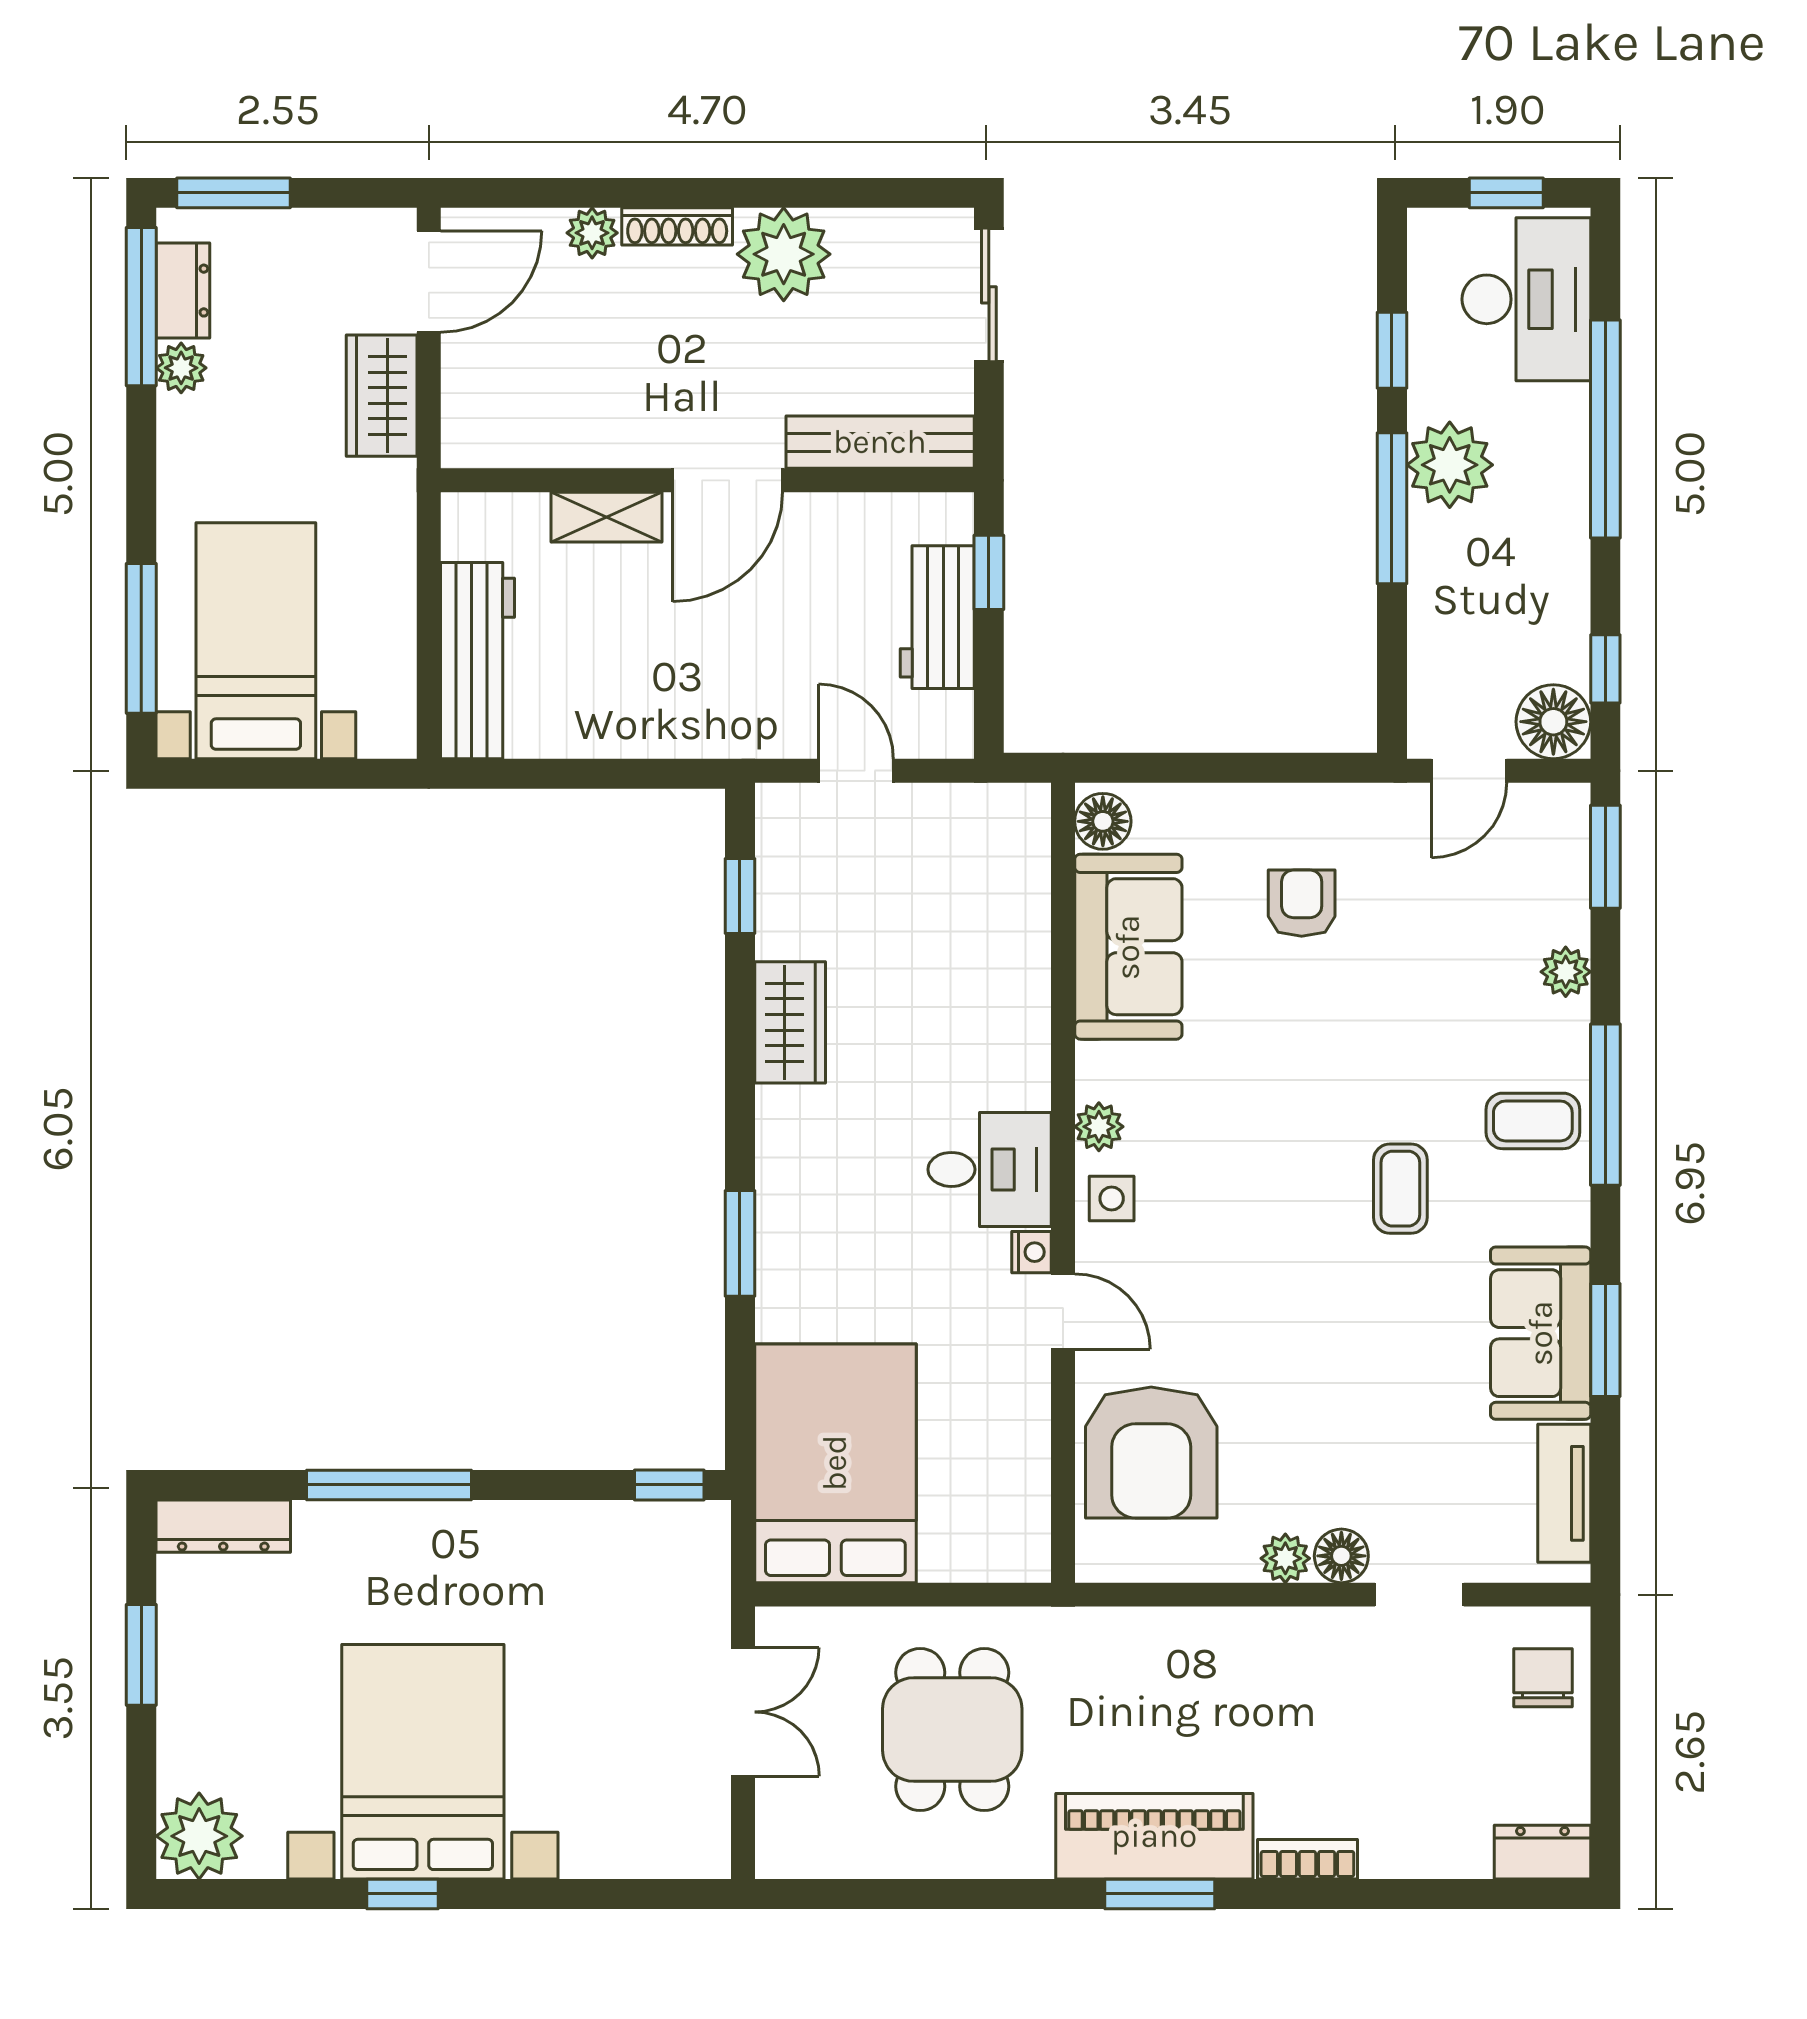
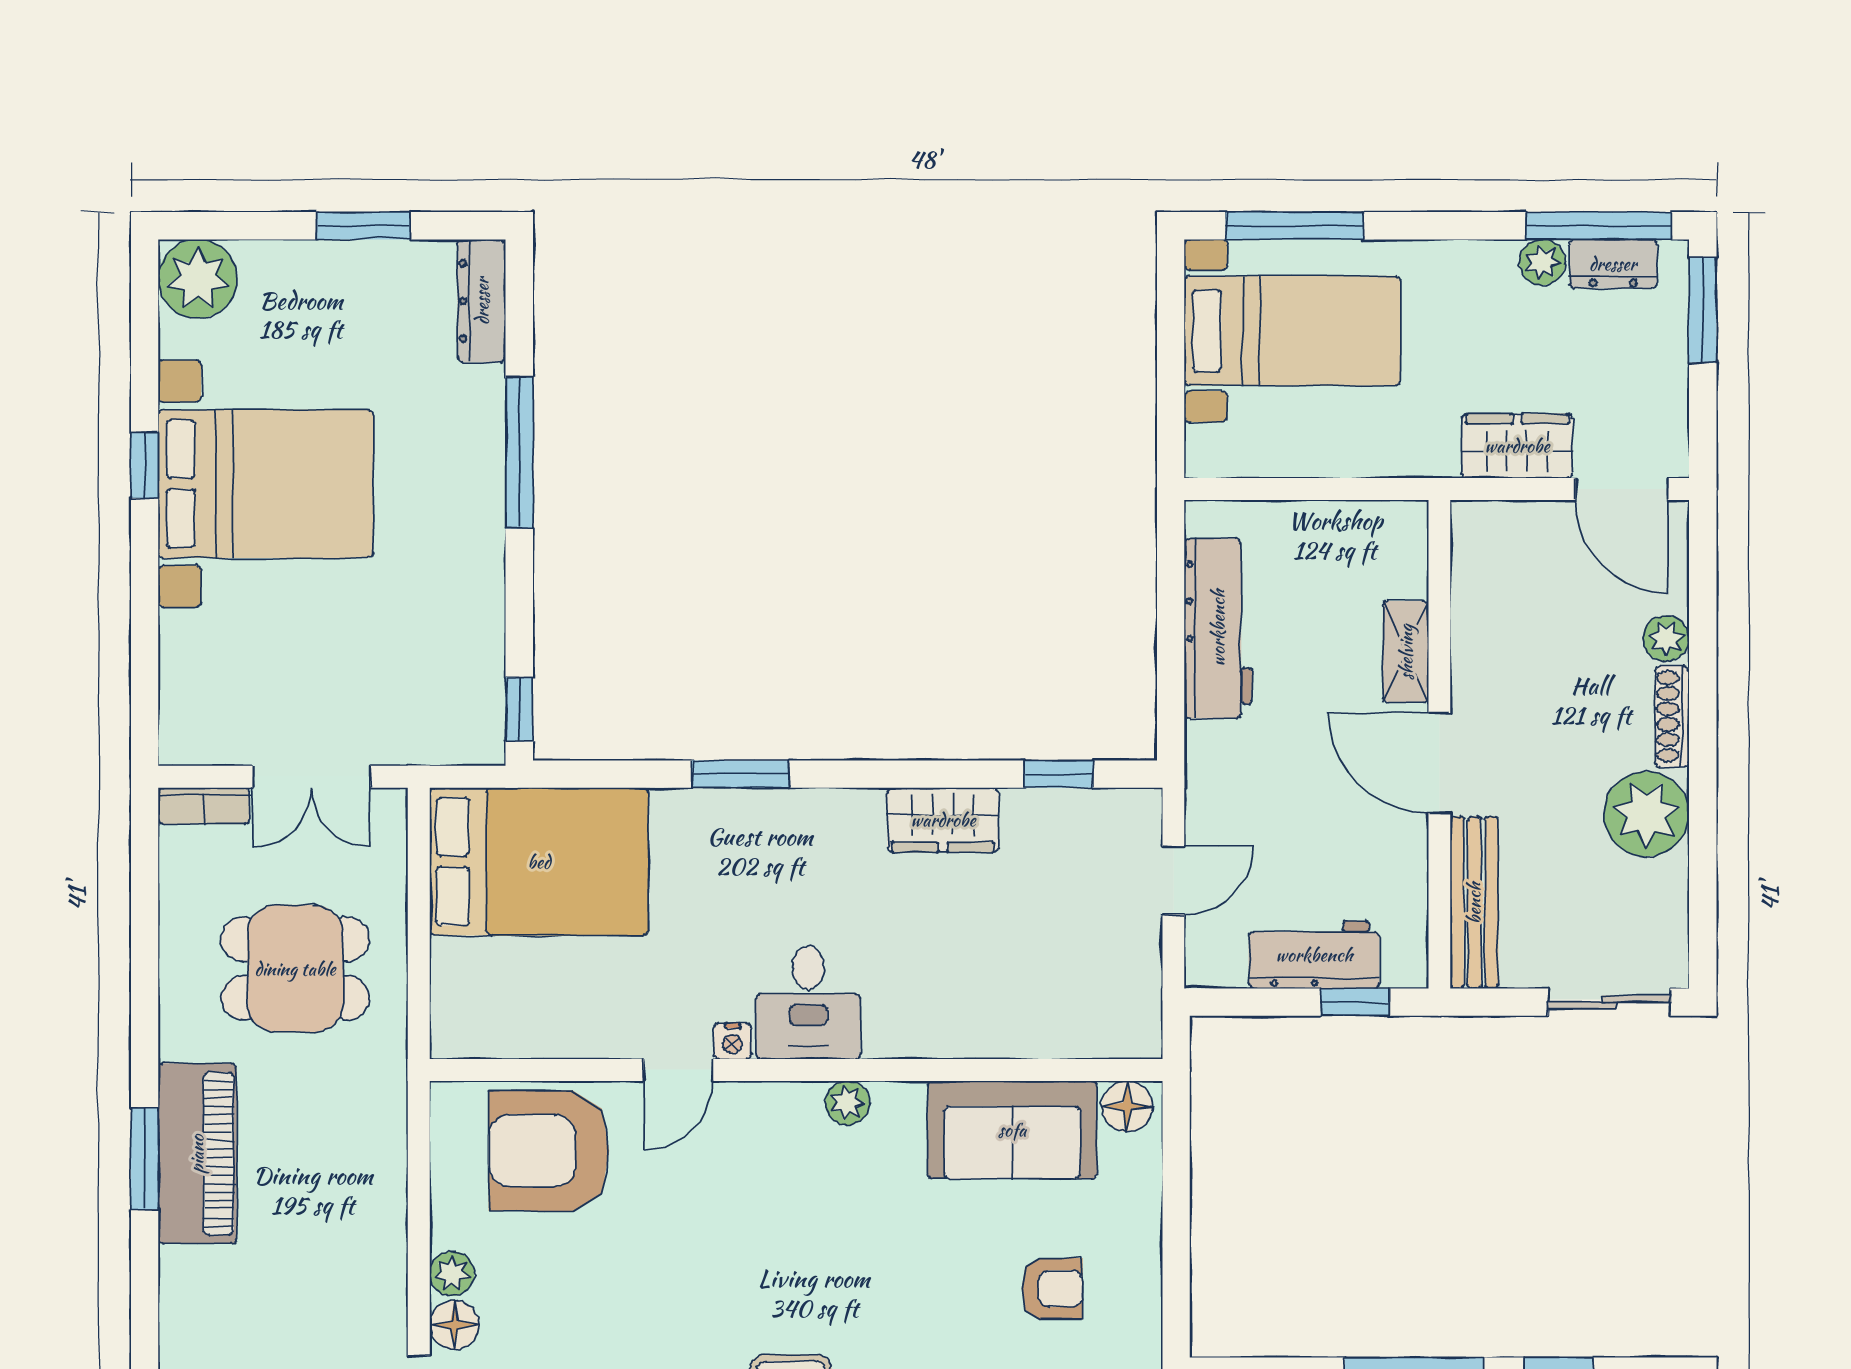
workbench: (478, 661) -> (1218, 628), moved, turned -90
side table: (1112, 1198) -> (782, 1114), removed
bookcase: (1307, 1859) -> (204, 806), moved, turned 90

